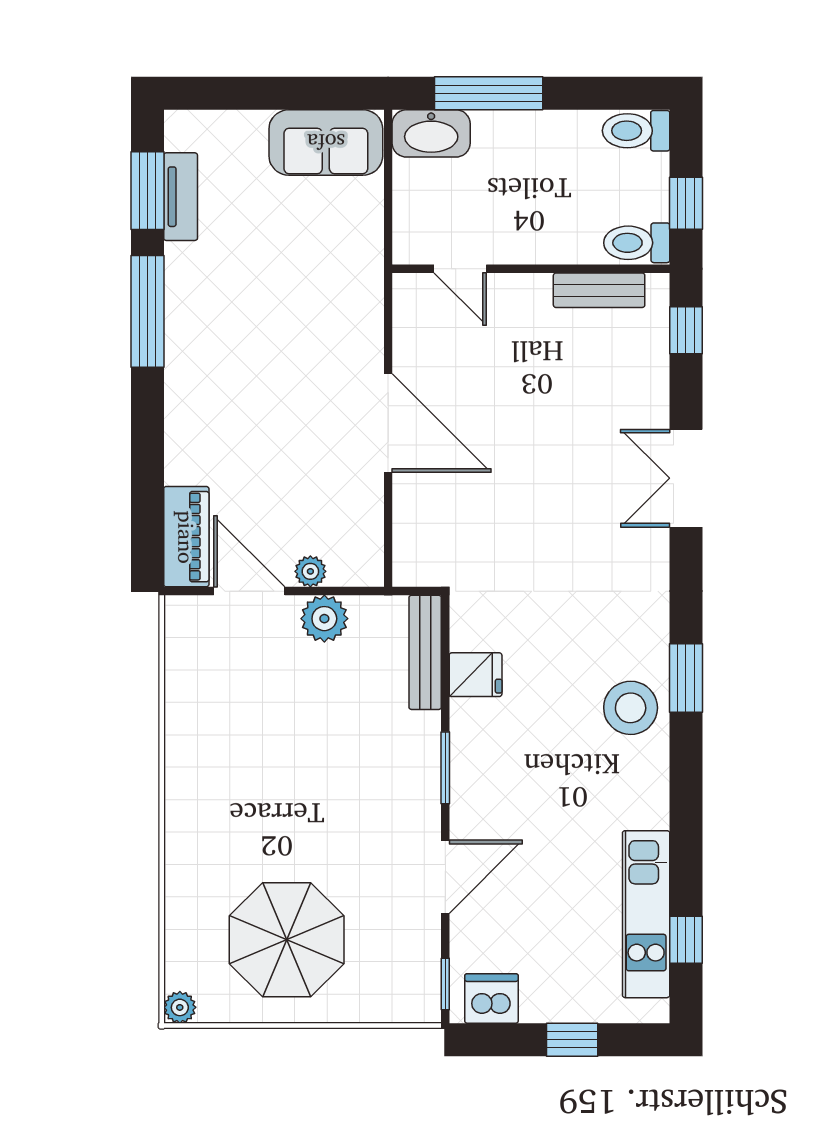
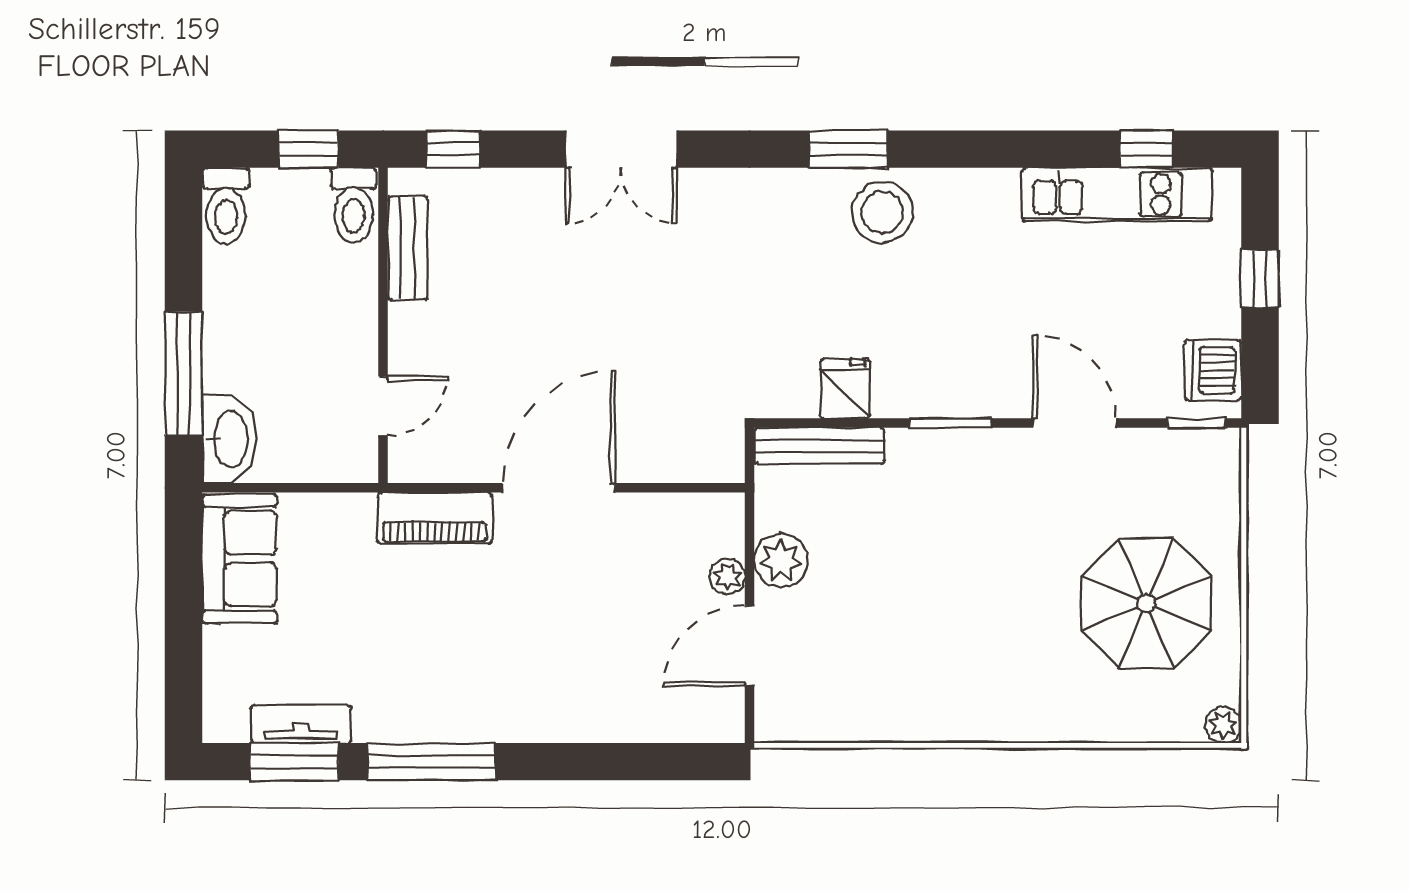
piano: (186, 537) -> (435, 518), moved, turned 180

